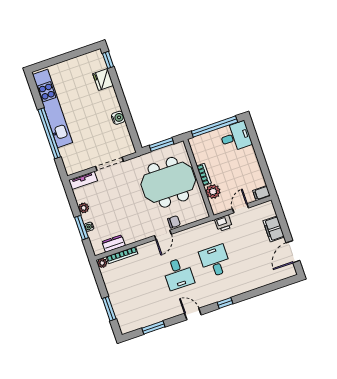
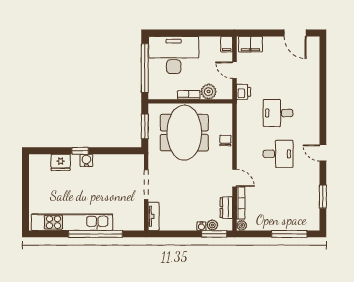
window: (108, 60) -> (80, 151), moved
water cooler: (118, 118) -> (86, 160), moved
desk: (236, 137) -> (174, 55), width x1.87, depth x1.30
plant: (84, 208) -> (212, 225), moved
window: (81, 228) -> (214, 234), moved
filing cabinet: (274, 229) -> (250, 44), moved
door: (163, 235) -> (234, 178), moved
window: (225, 303) -> (323, 118), removed
window: (109, 309) -> (289, 234), width x1.44
door: (193, 314) -> (323, 153), hinge flipped

